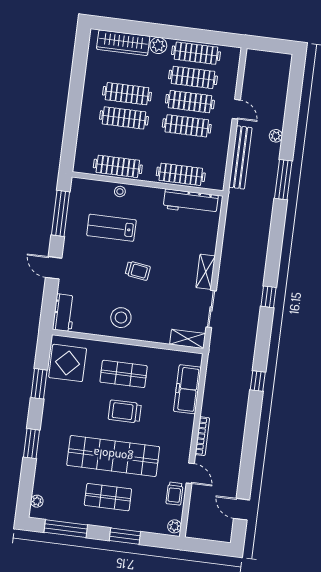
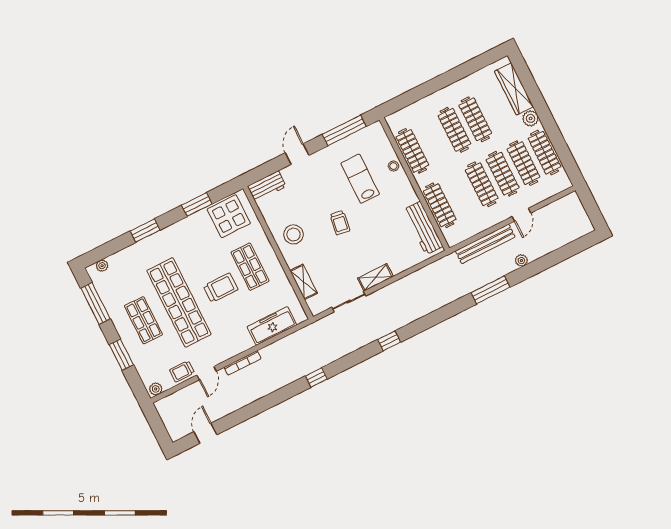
shelving: (188, 339) -> (304, 282), moved
trolley: (125, 411) -> (221, 288), turned 90

